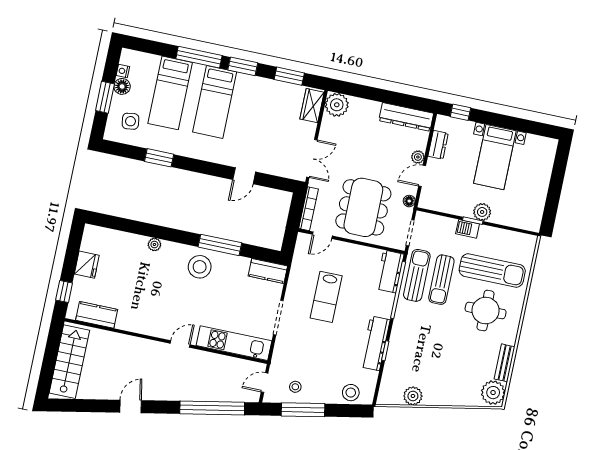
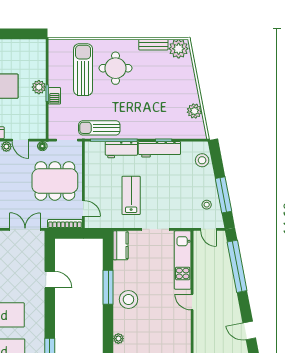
workbench: (390, 271) -> (121, 150), moved
sun lounger: (441, 280) -> (99, 108), removed
lab bench: (326, 297) -> (131, 195), turned -90

